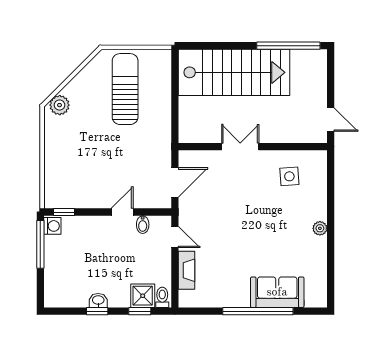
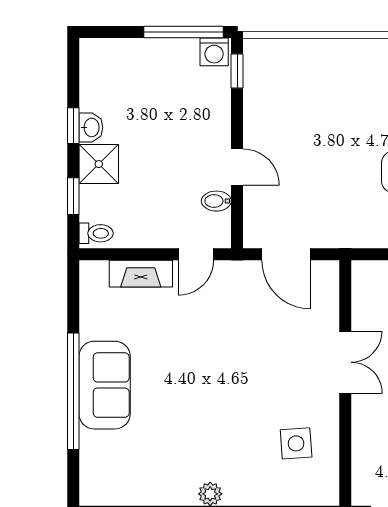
sofa: (277, 292) -> (105, 385), moved
shower: (143, 296) -> (99, 164), moved

